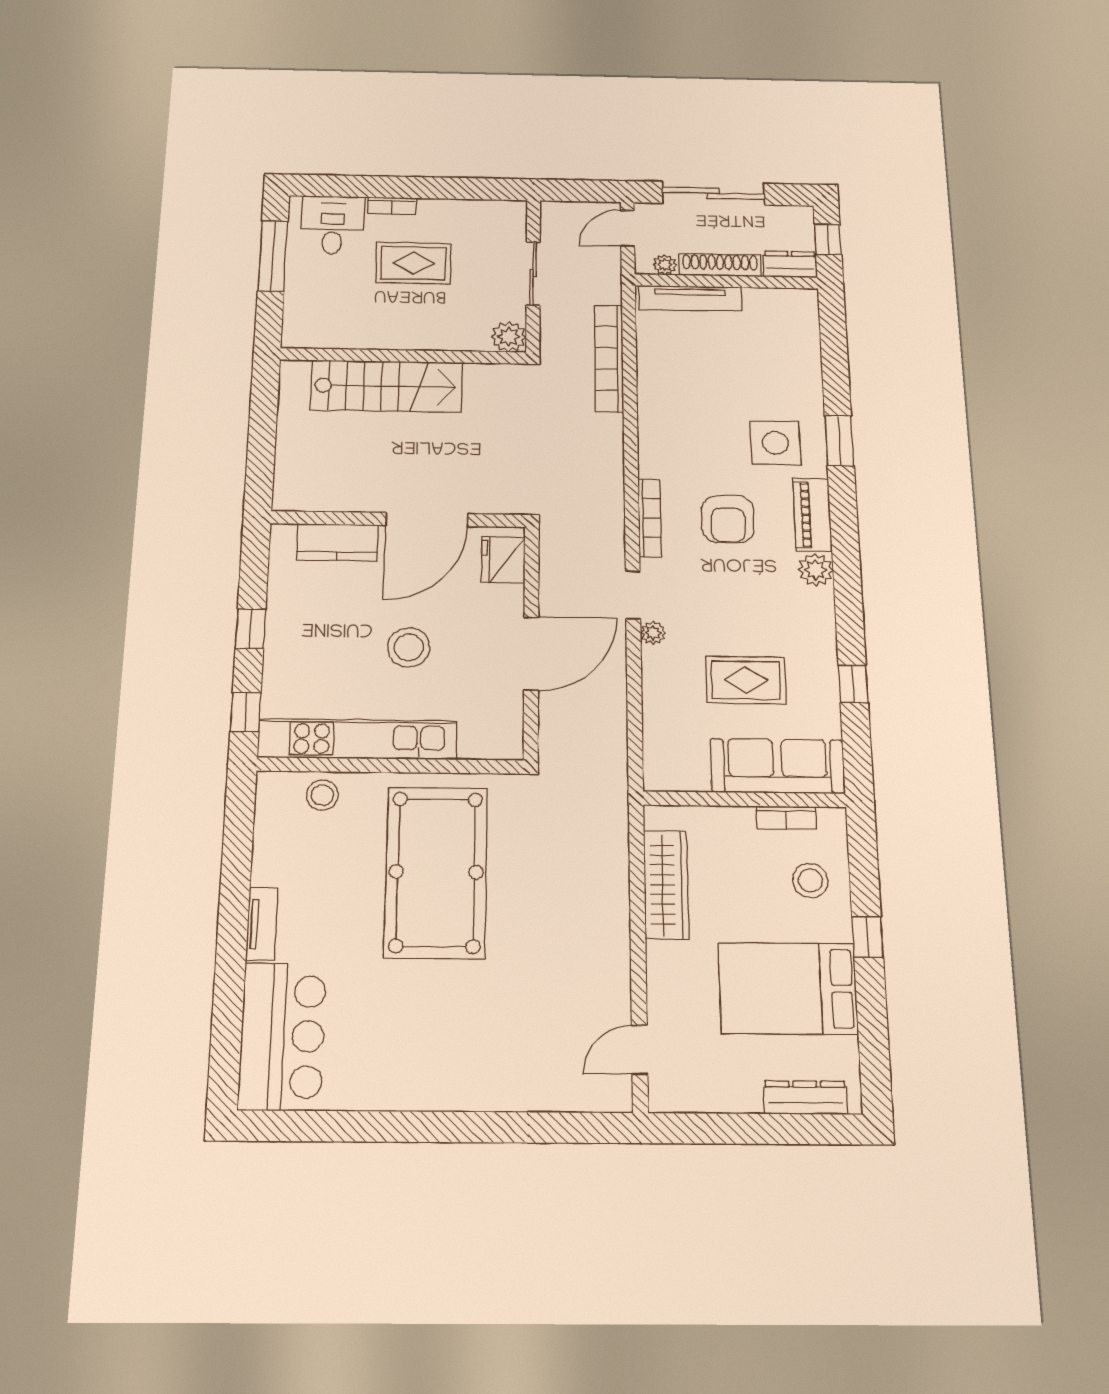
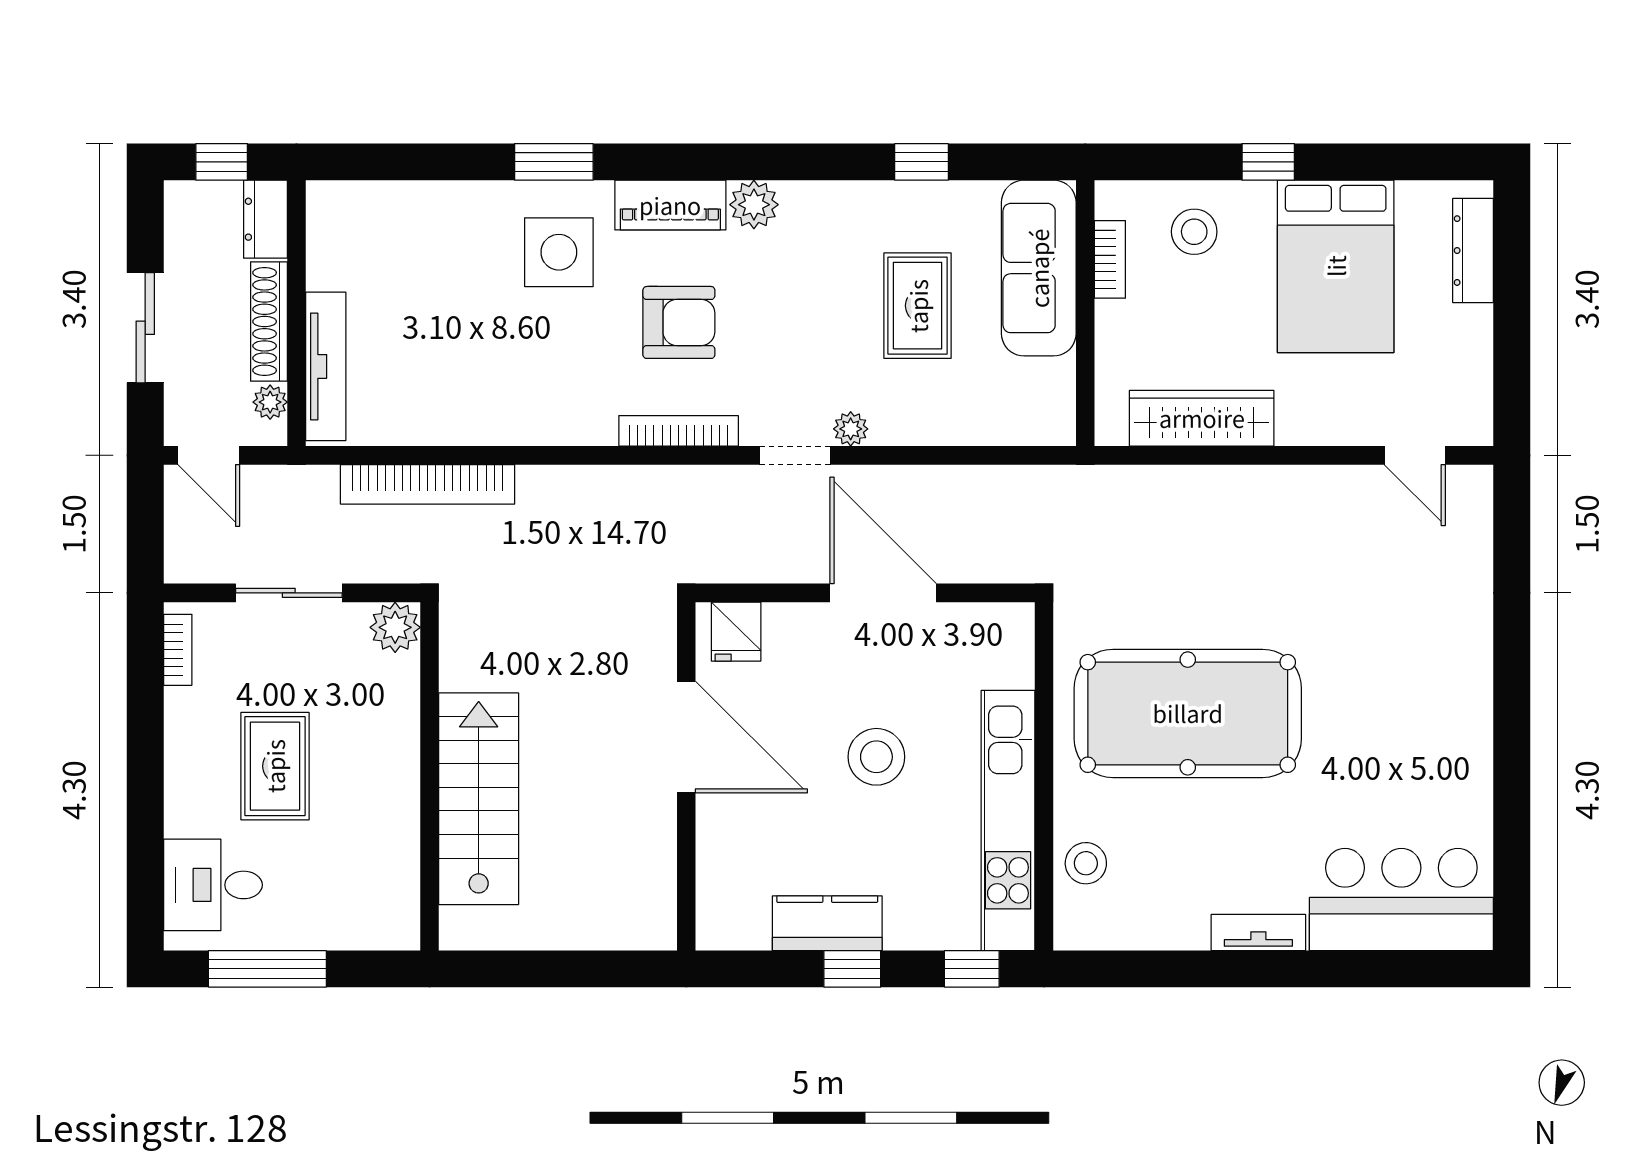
sliding door: (713, 193) -> (145, 328), width x0.73
bookcase: (392, 206) -> (178, 650), moved
kitchen counter: (337, 542) -> (827, 923), moved, turned -90
fridge: (503, 560) -> (736, 632), width x0.72

